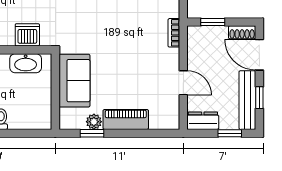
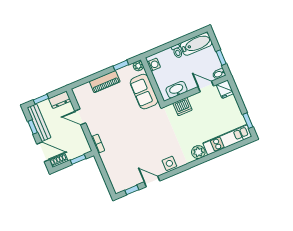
washing machine: (43, 114) -> (154, 65), added
plant: (94, 122) -> (138, 66), moved

